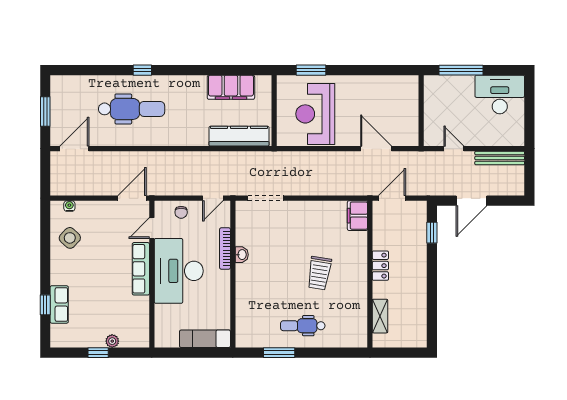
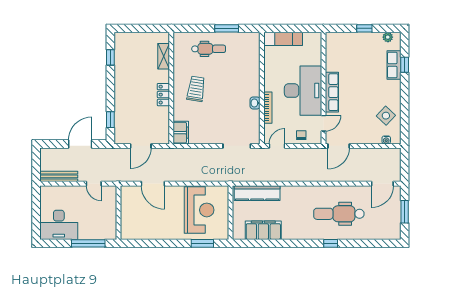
filing cabinet: (357, 216) -> (181, 133), moved
locker: (380, 266) -> (163, 95), moved
wall: (370, 274) -> (171, 88), moved
window: (432, 314) -> (110, 57), added
shelving: (380, 316) -> (164, 56), moved
plant: (112, 341) -> (388, 37), moved

